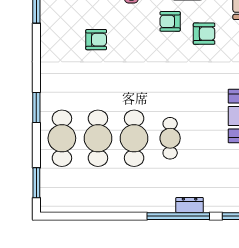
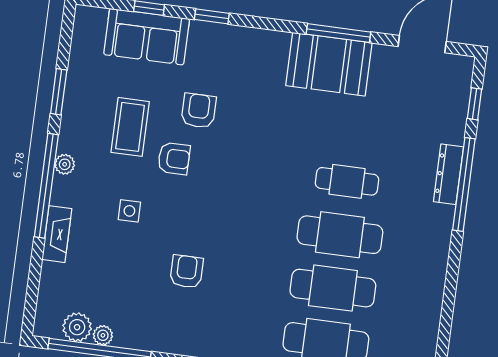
armchair: (170, 21) -> (174, 159), turned -90
dresser: (190, 205) -> (448, 174), width x1.44

